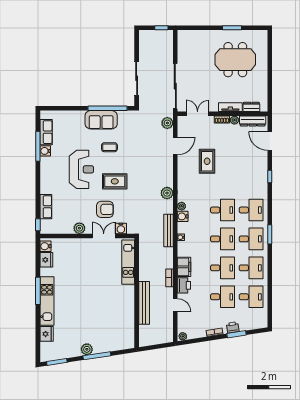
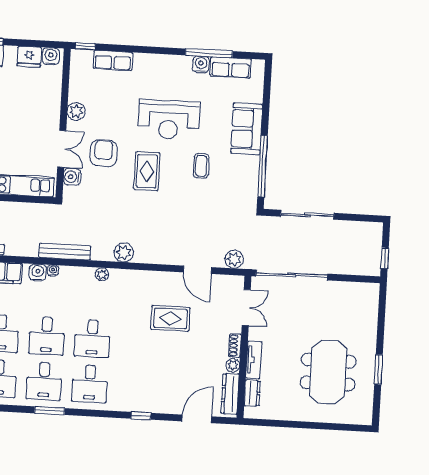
sofa: (101, 120) -> (247, 129), moved
armchair: (105, 209) -> (104, 153), turned 180
water cooler: (183, 216) -> (38, 272), moved

